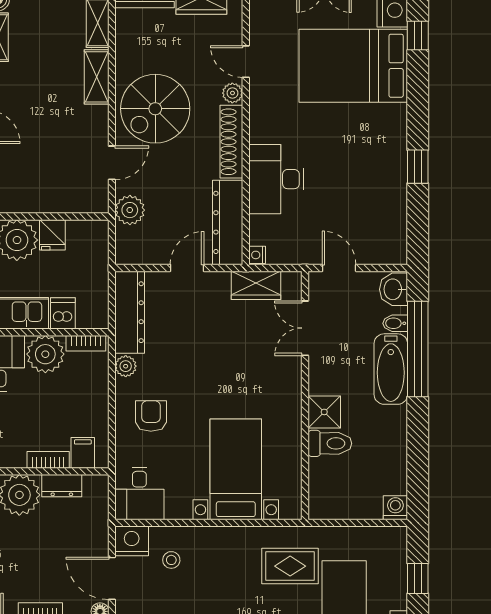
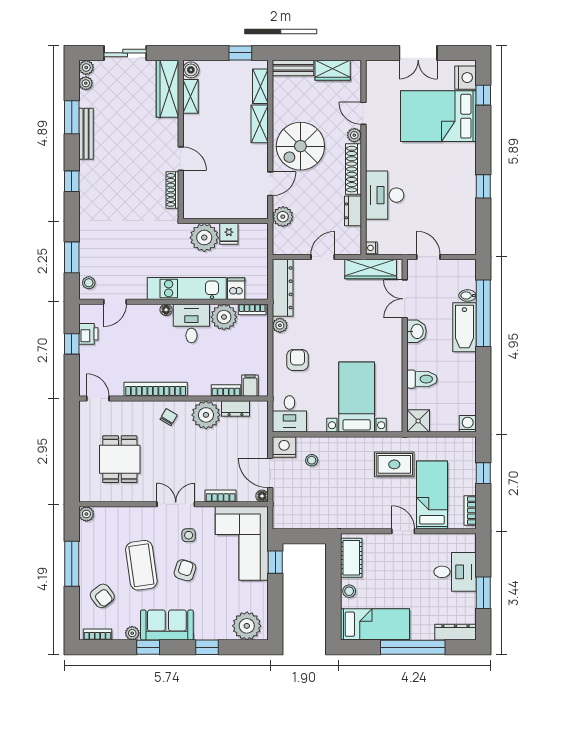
dresser: (228, 222) -> (353, 211), width x0.51, depth x0.80
wardrobe: (256, 285) -> (371, 269), width x1.50
washbasin: (394, 289) -> (417, 331), moved, turned 180
shower: (324, 412) -> (418, 421), moved

